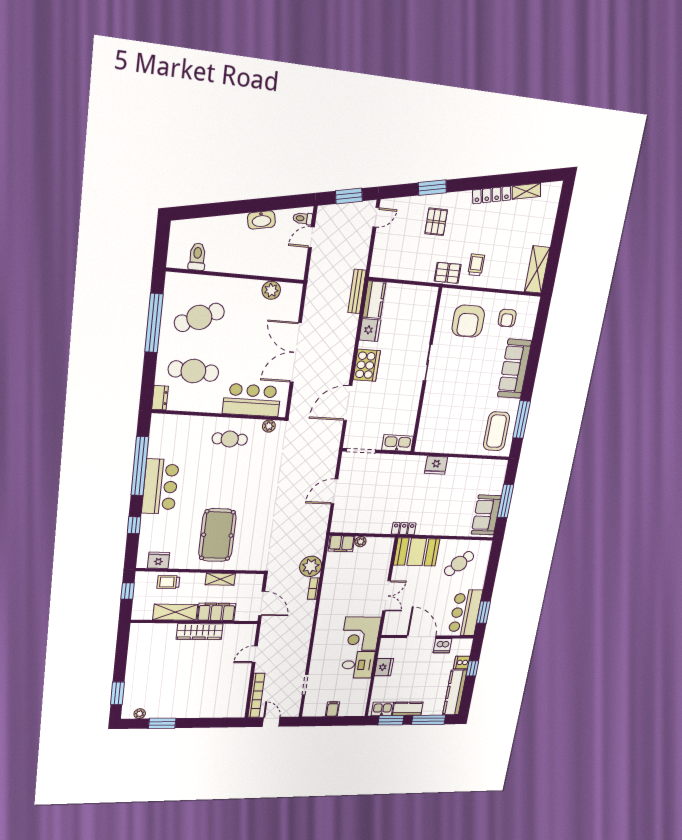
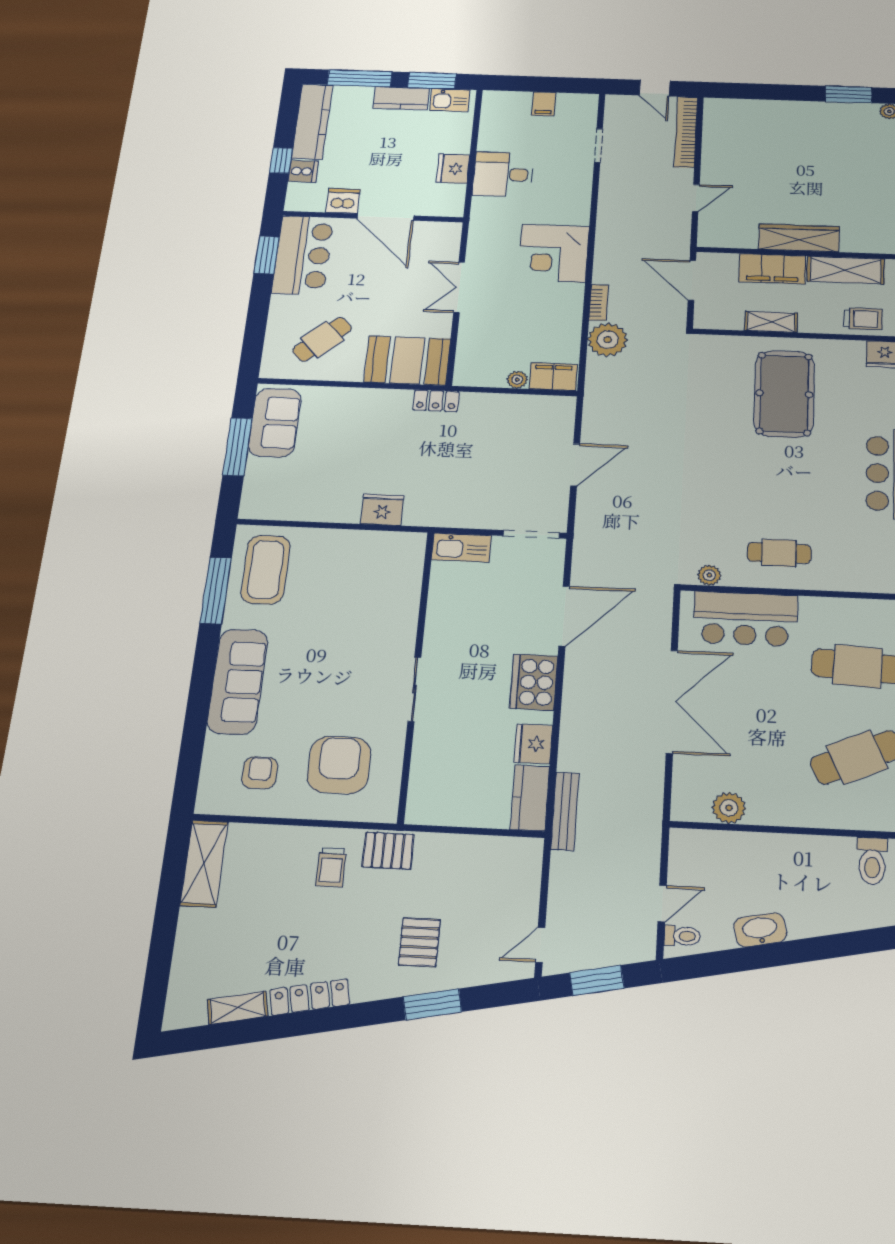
corner desk: (361, 634) -> (553, 253), moved, turned 180

